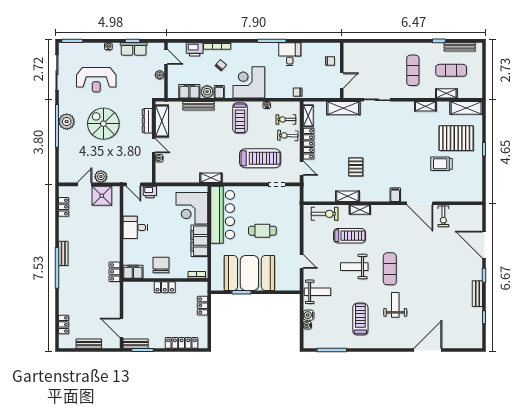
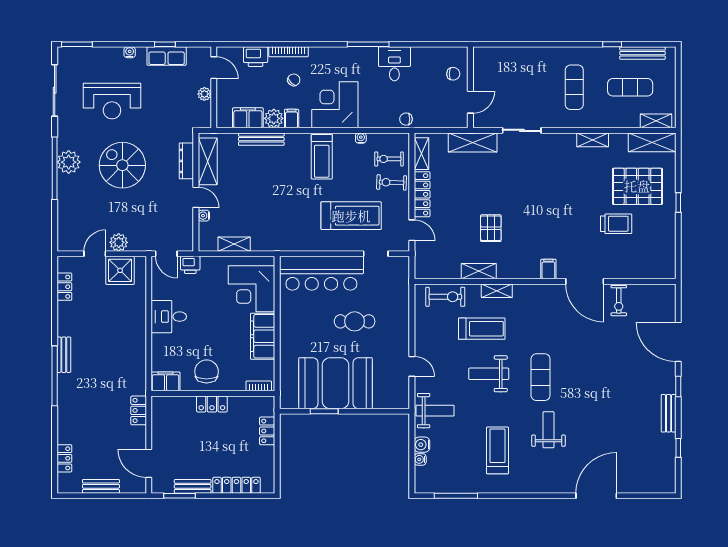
shelving: (446, 93) -> (656, 121), moved
trolley: (442, 164) -> (616, 224), turned 180
shelving: (211, 178) -> (234, 244), moved
bar counter: (223, 215) -> (321, 273), moved, turned 90
locker: (115, 272) -> (139, 410), moved
bench: (136, 344) -> (193, 486), moved

